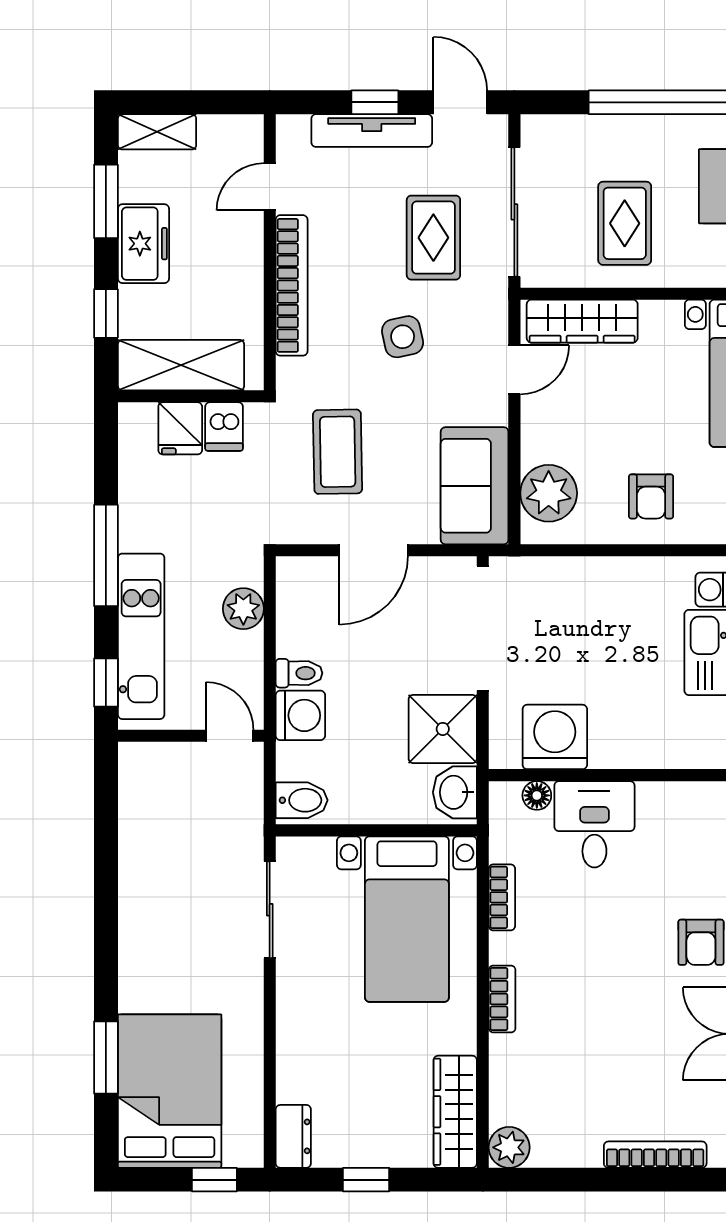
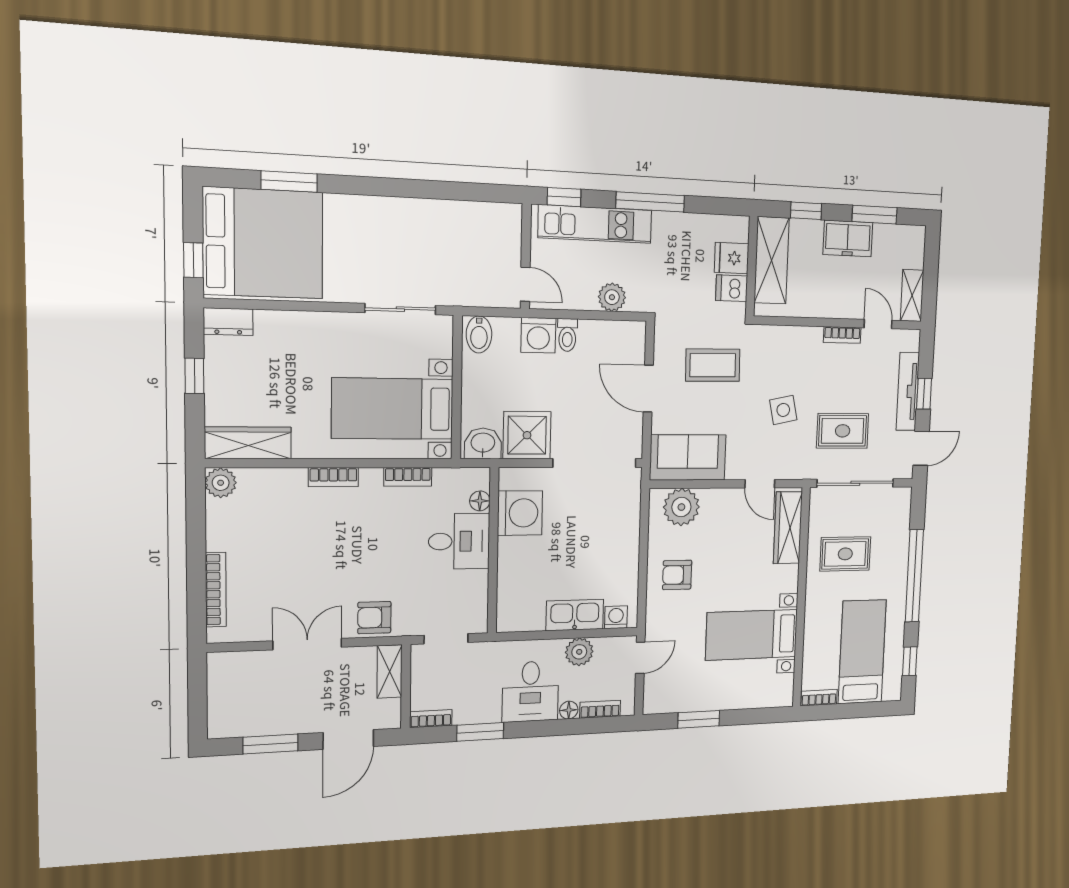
shelving: (157, 132) -> (912, 295), moved
bookcase: (292, 285) -> (842, 335), width x0.43, depth x0.76
door: (230, 736) -> (525, 284), hinge flipped
bed: (170, 1091) -> (263, 243), width x1.36

